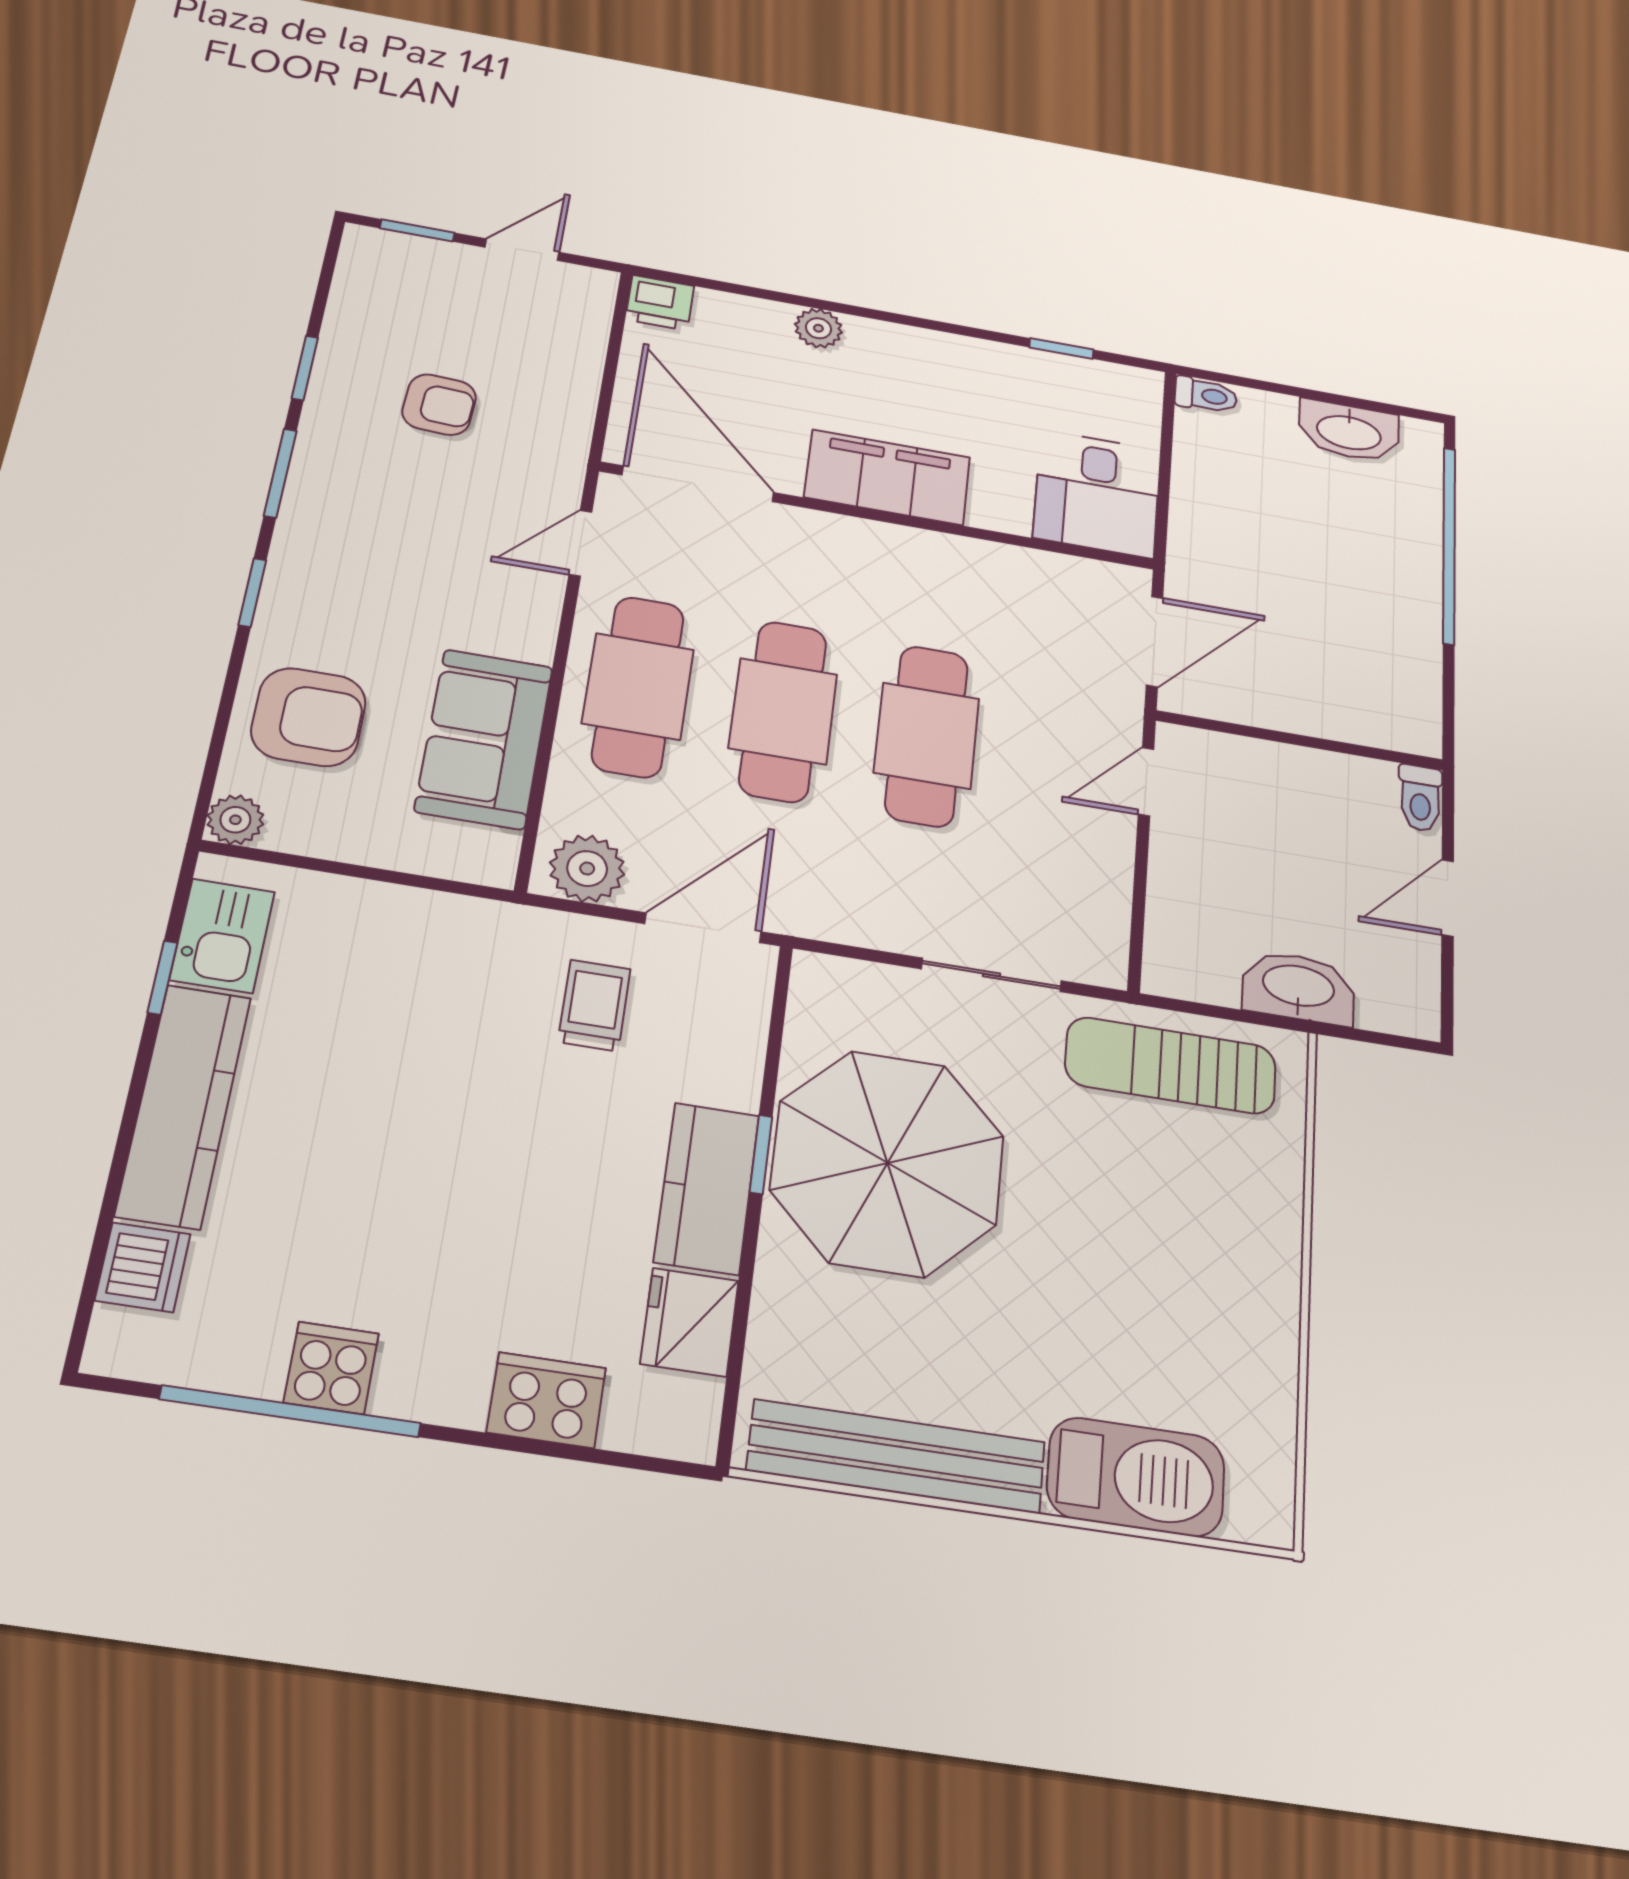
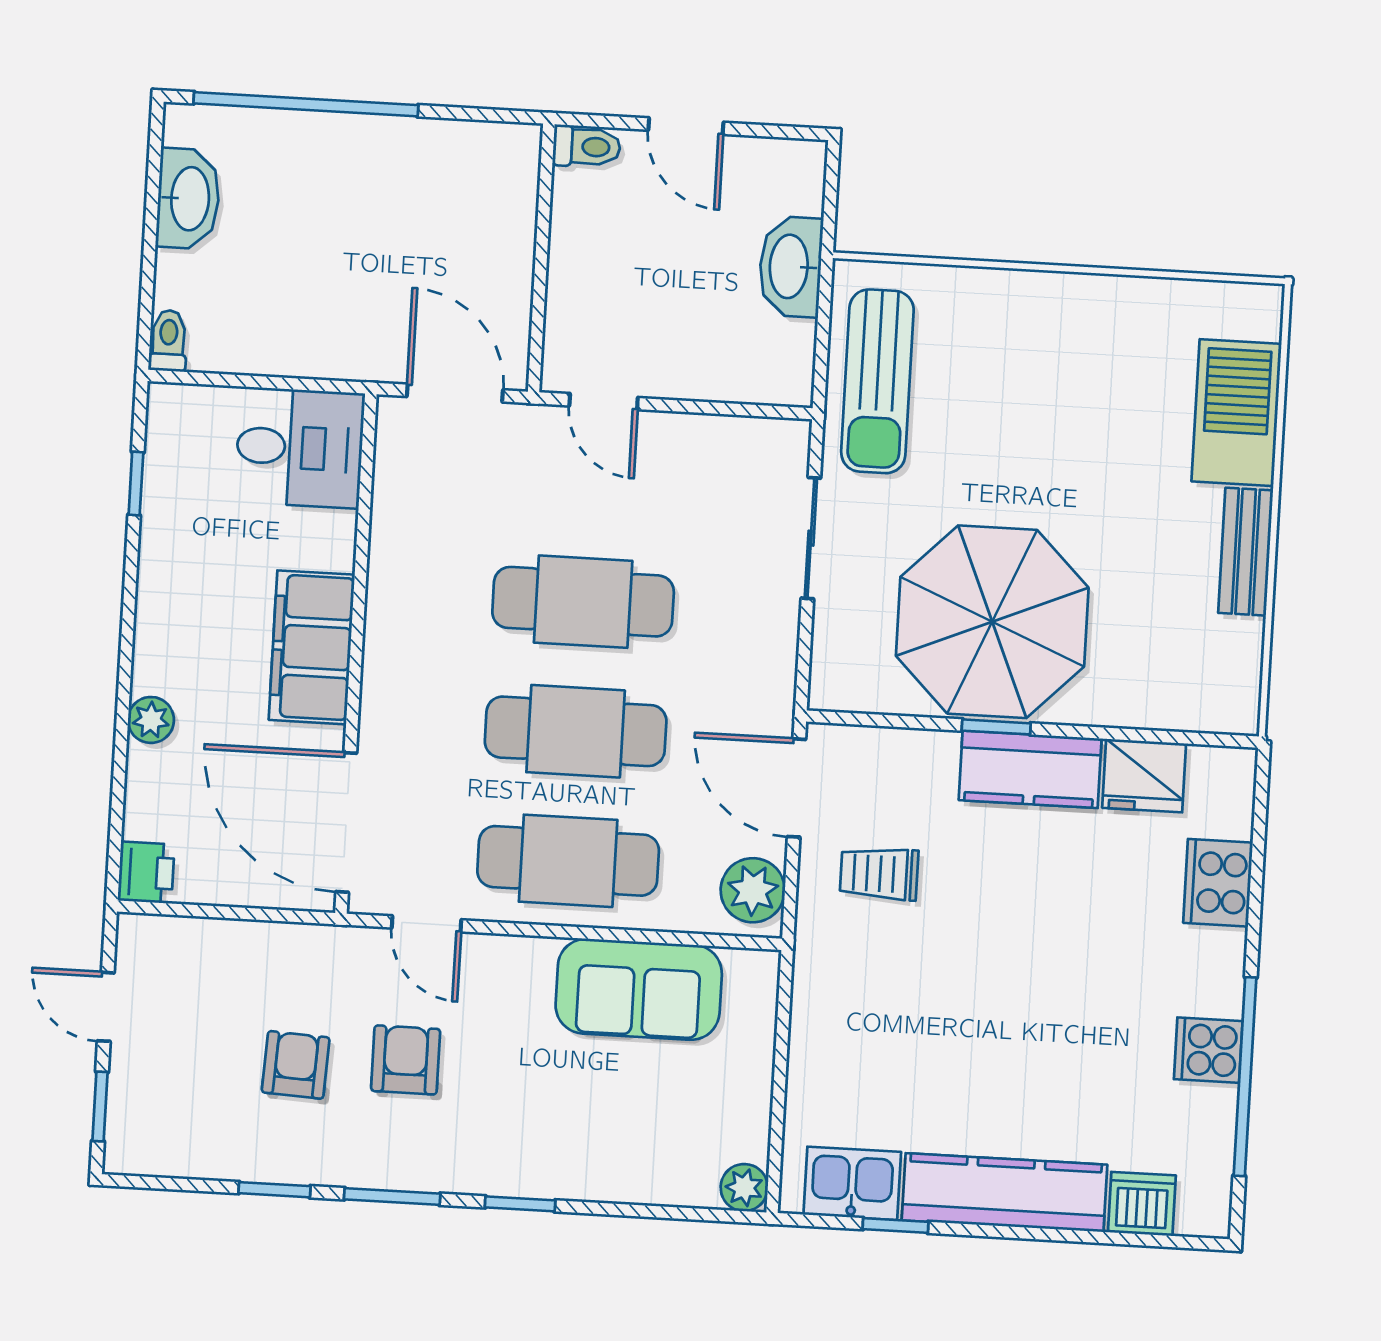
door: (698, 484) -> (346, 822), hinge flipped
armchair: (308, 717) -> (406, 1060), moved, width x0.72, depth x0.72
bench: (897, 1456) -> (1246, 552), width x0.54, depth x0.82

